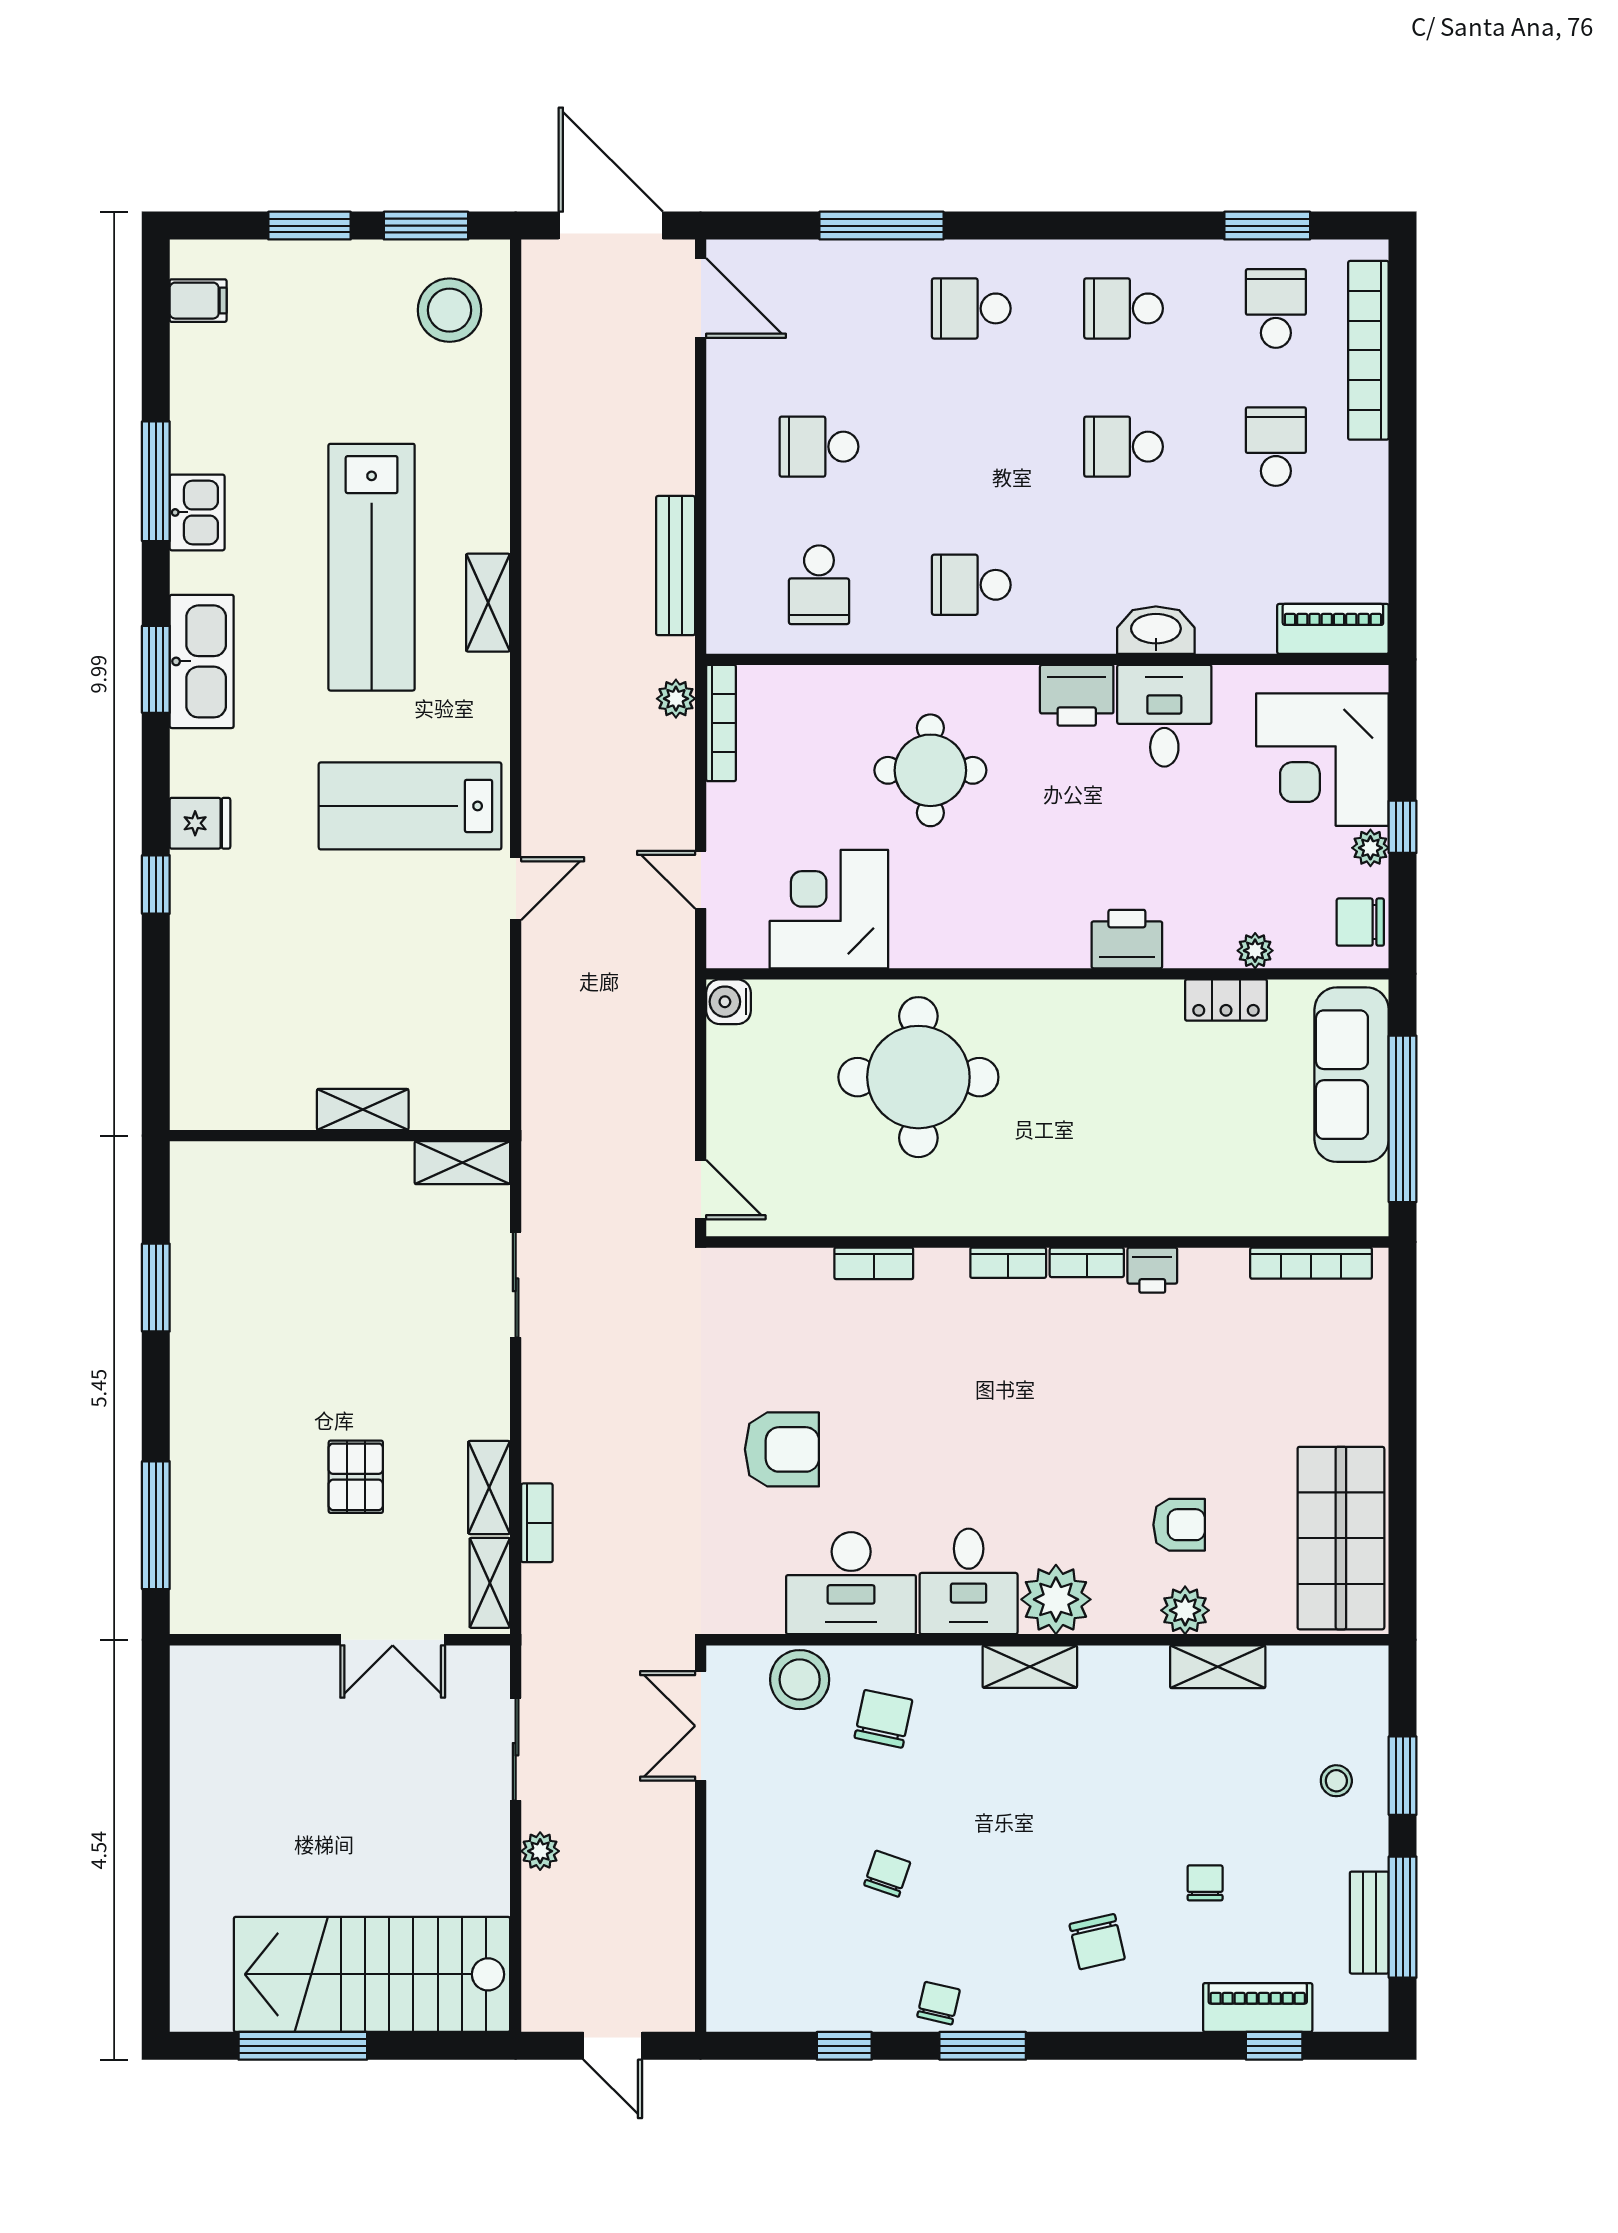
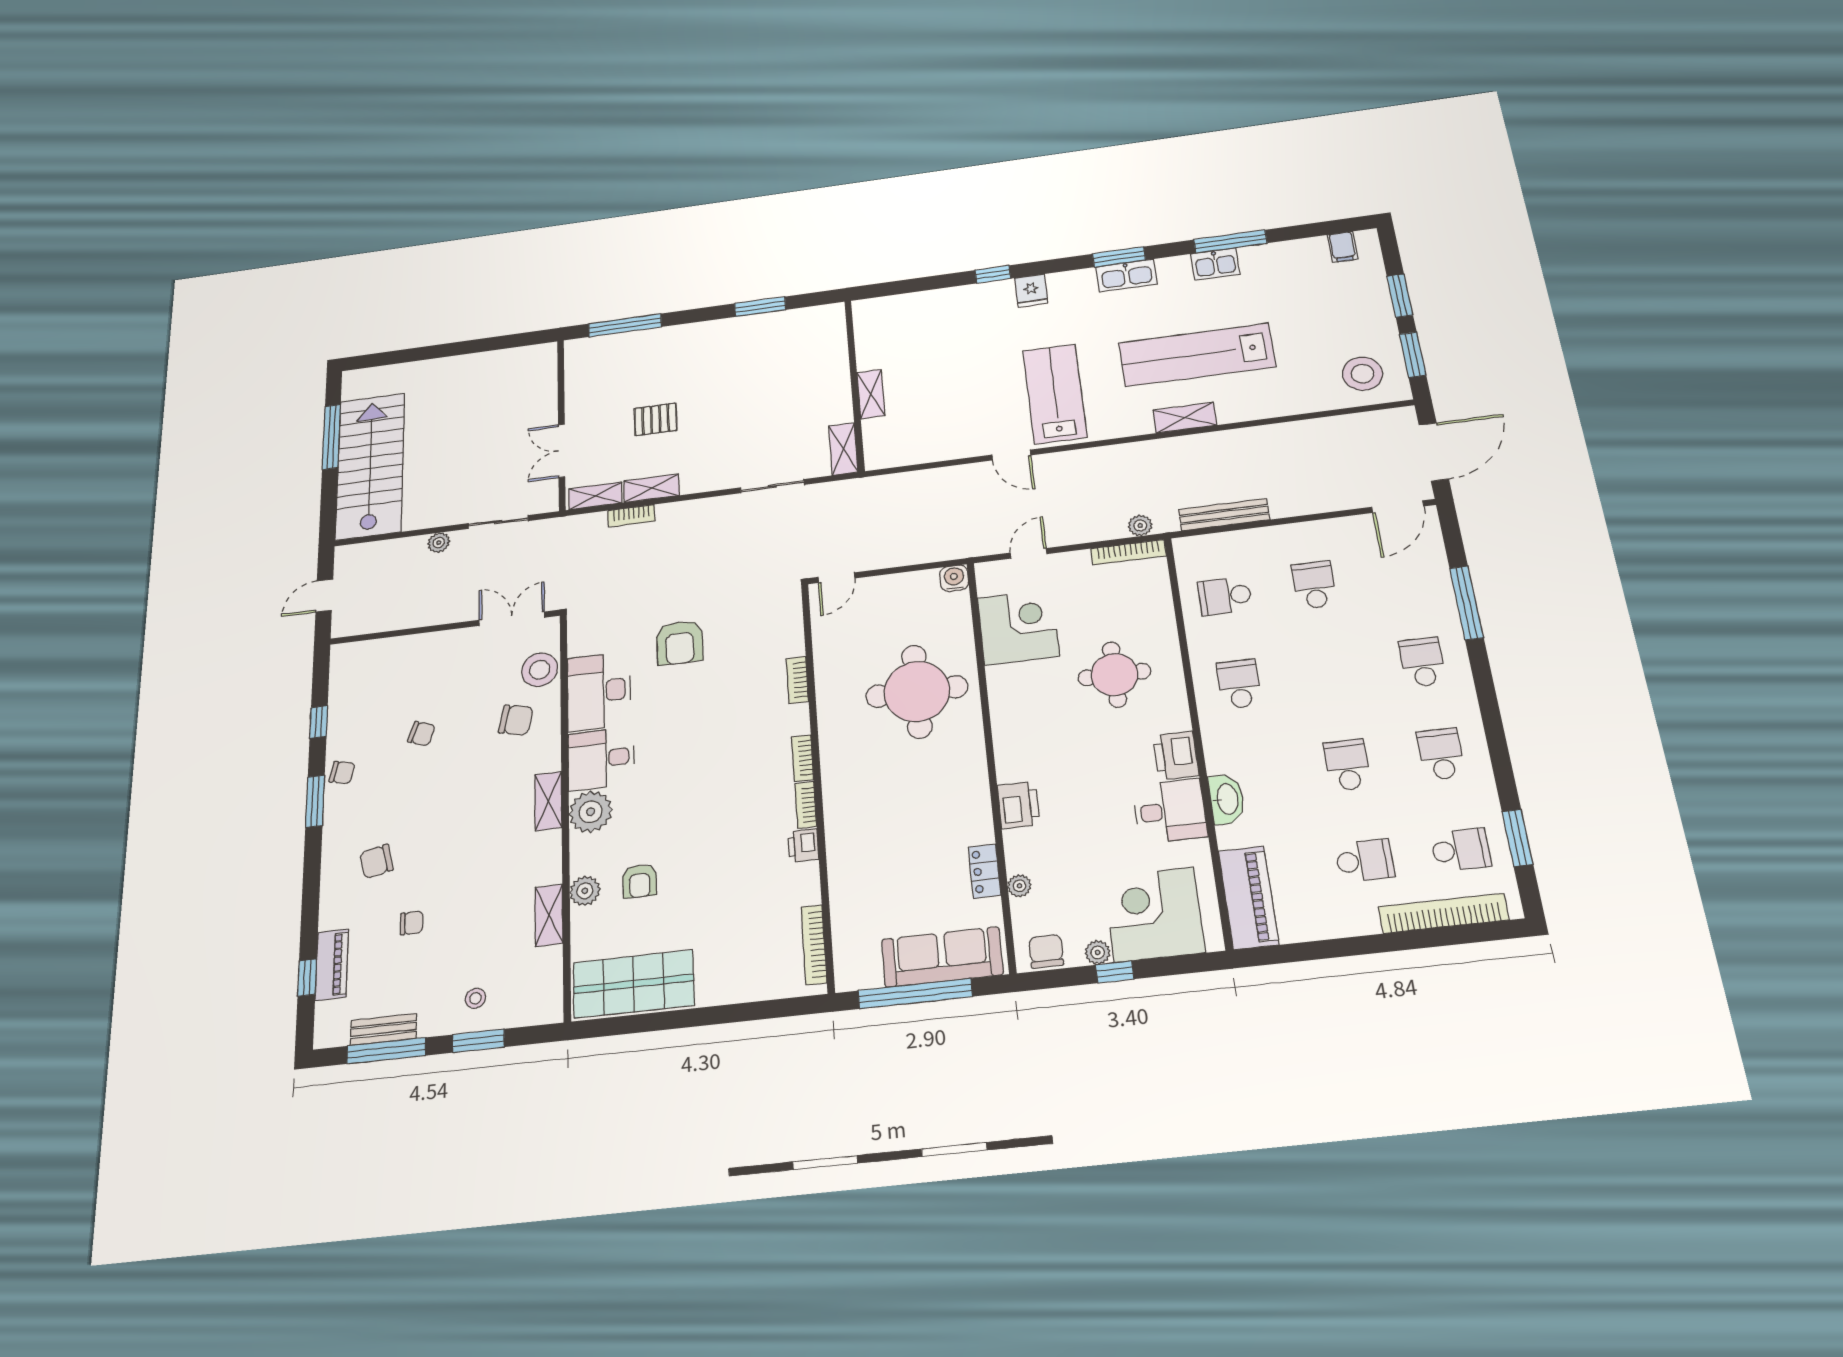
piano: (1333, 629) -> (1248, 898), width x1.37, depth x1.33
kitchen sink: (202, 661) -> (1126, 275), width x0.73, depth x0.81

